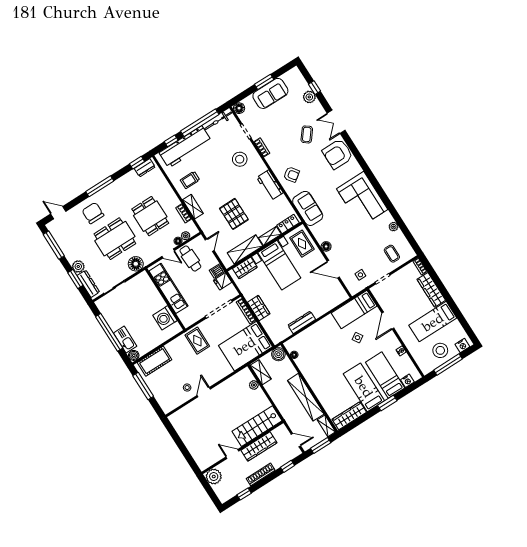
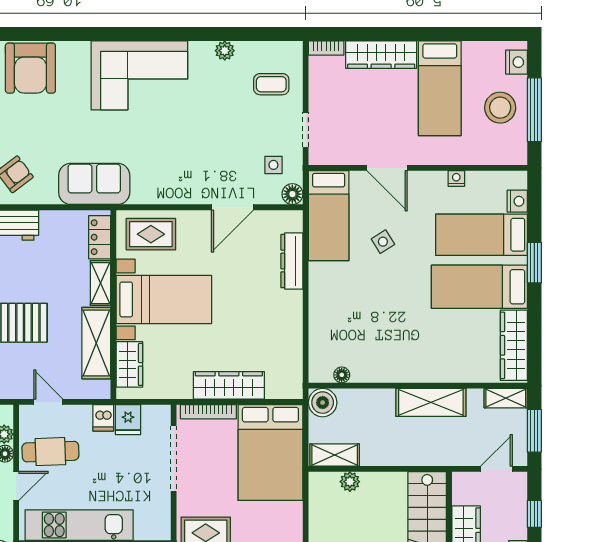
floor lamp: (326, 246) -> (292, 194), moved
wardrobe: (259, 308) -> (229, 385), width x1.50
dresser: (302, 322) -> (292, 261), moved
shelving: (306, 397) -> (431, 402), width x0.68

